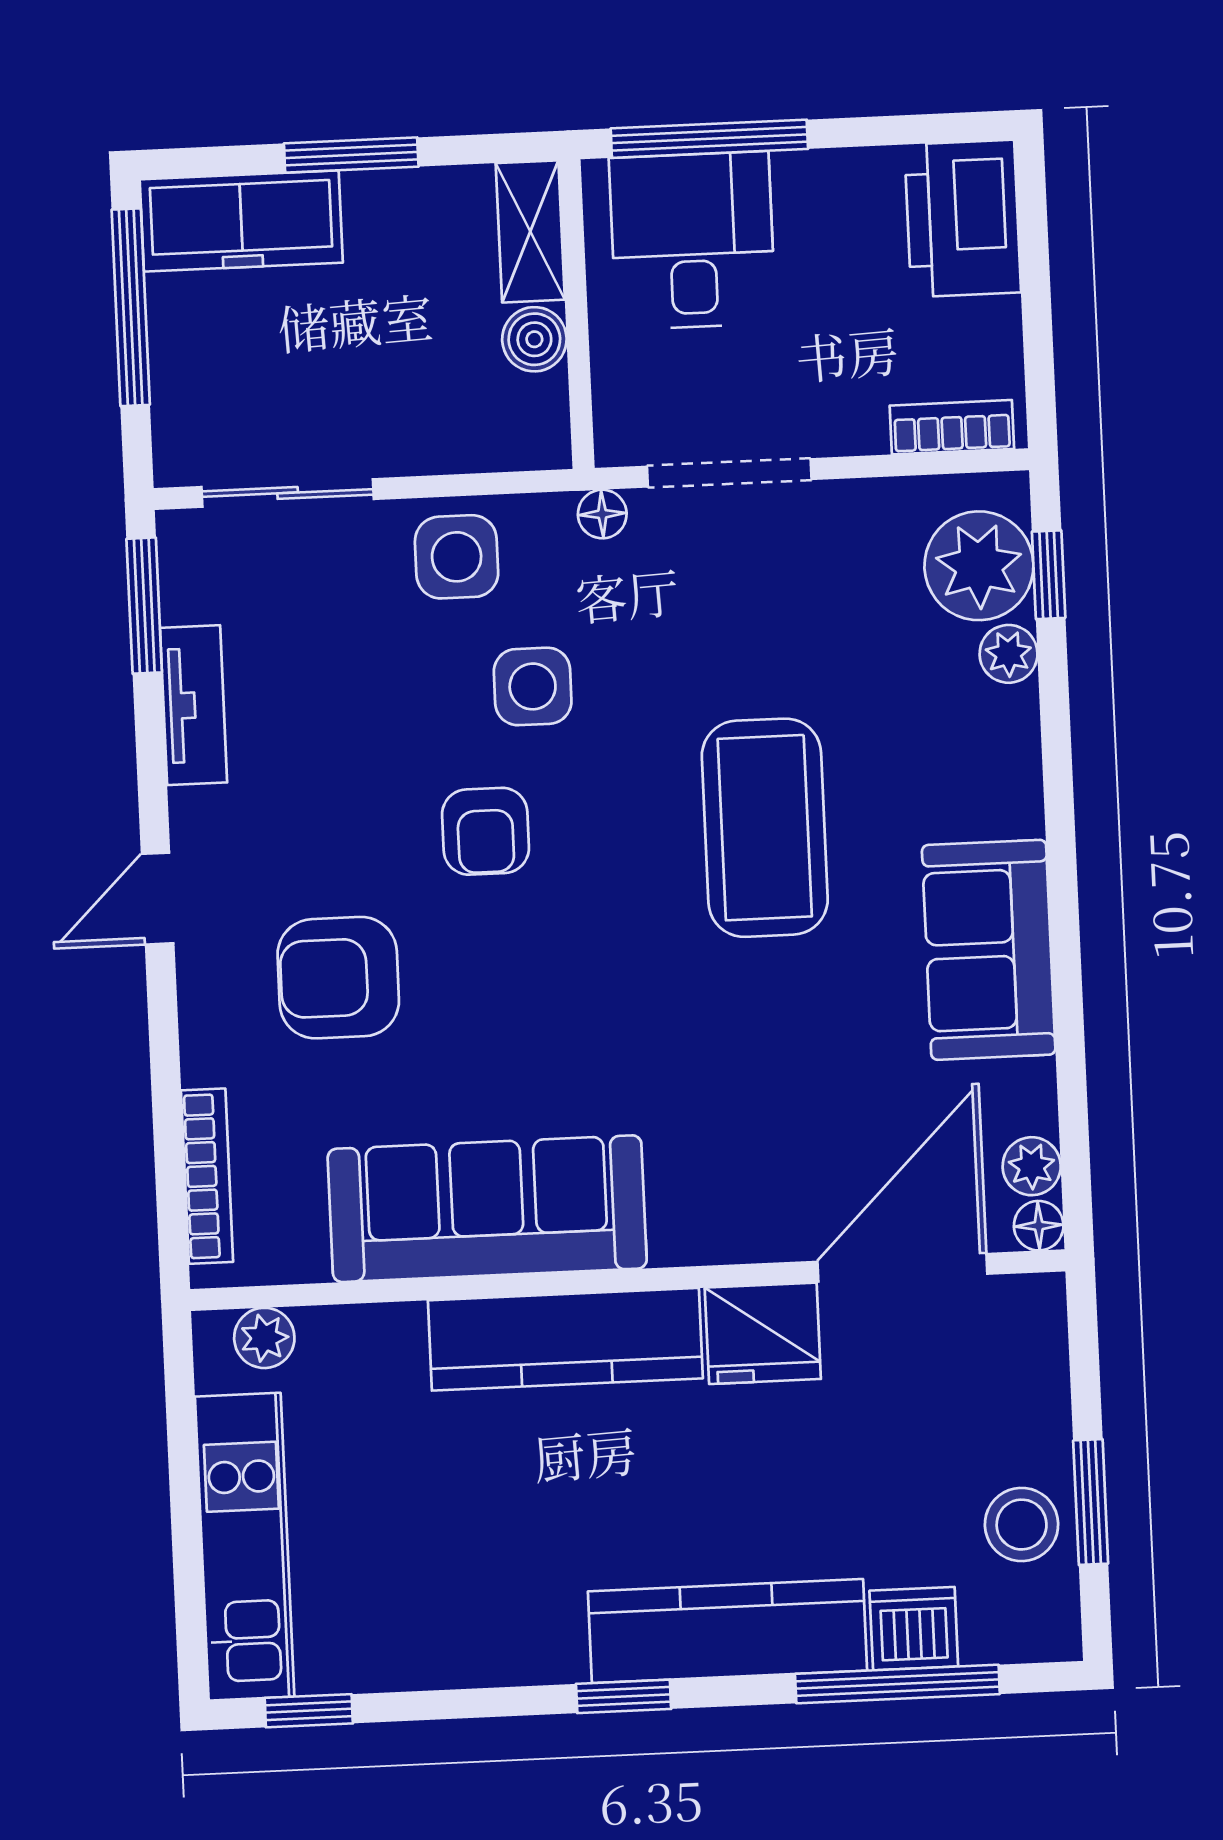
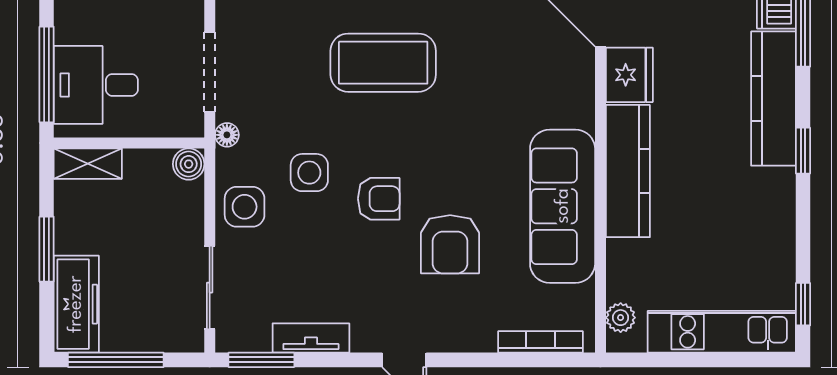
boiler: (534, 339) -> (189, 164), moved
armchair: (338, 978) -> (450, 244), moved

